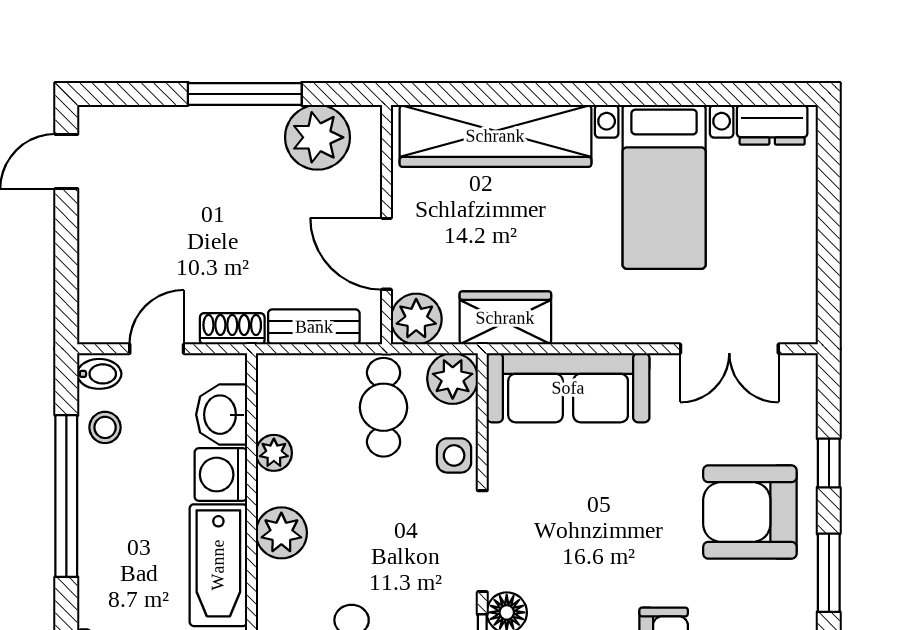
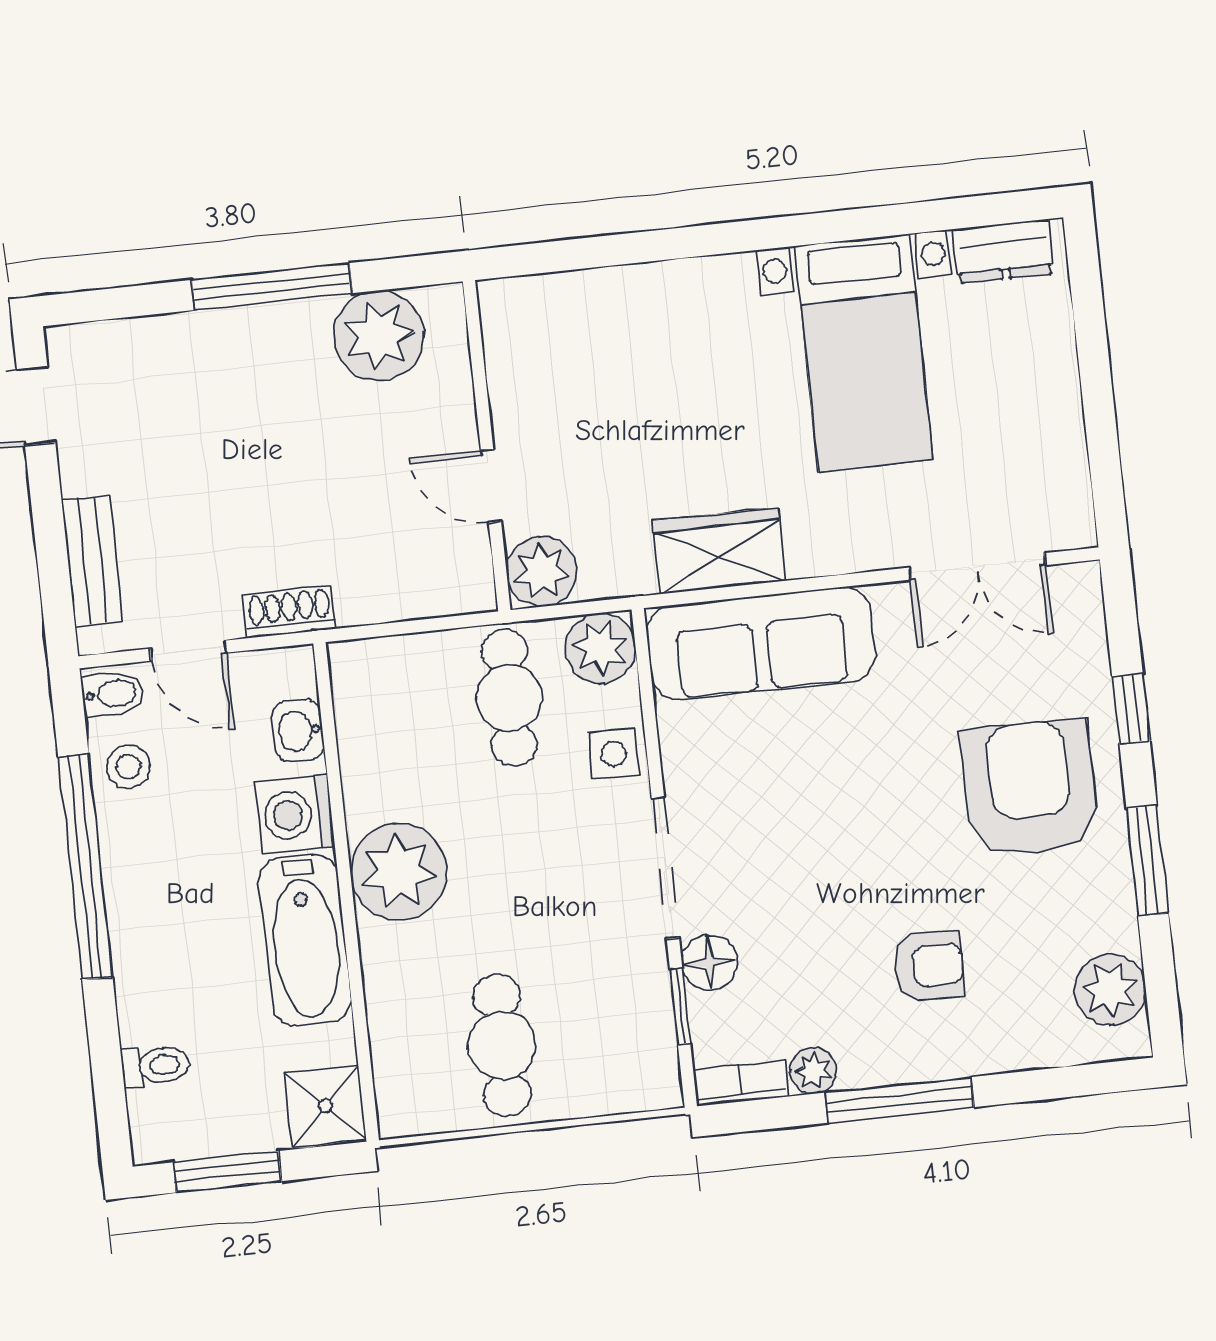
wardrobe: (495, 136) -> (624, 307), removed
door: (387, 254) -> (491, 486), width x0.73
wardrobe: (505, 318) -> (719, 551), moved
bench: (314, 327) -> (92, 561), moved, turned 90
door: (157, 349) -> (188, 651), swing flipped
washbasin: (222, 415) -> (298, 731), width x0.72, depth x0.69
plant: (274, 453) -> (365, 777), removed
armchair: (750, 512) -> (1030, 788), turned 90
plant: (281, 533) -> (399, 872), width x1.36, depth x1.36

